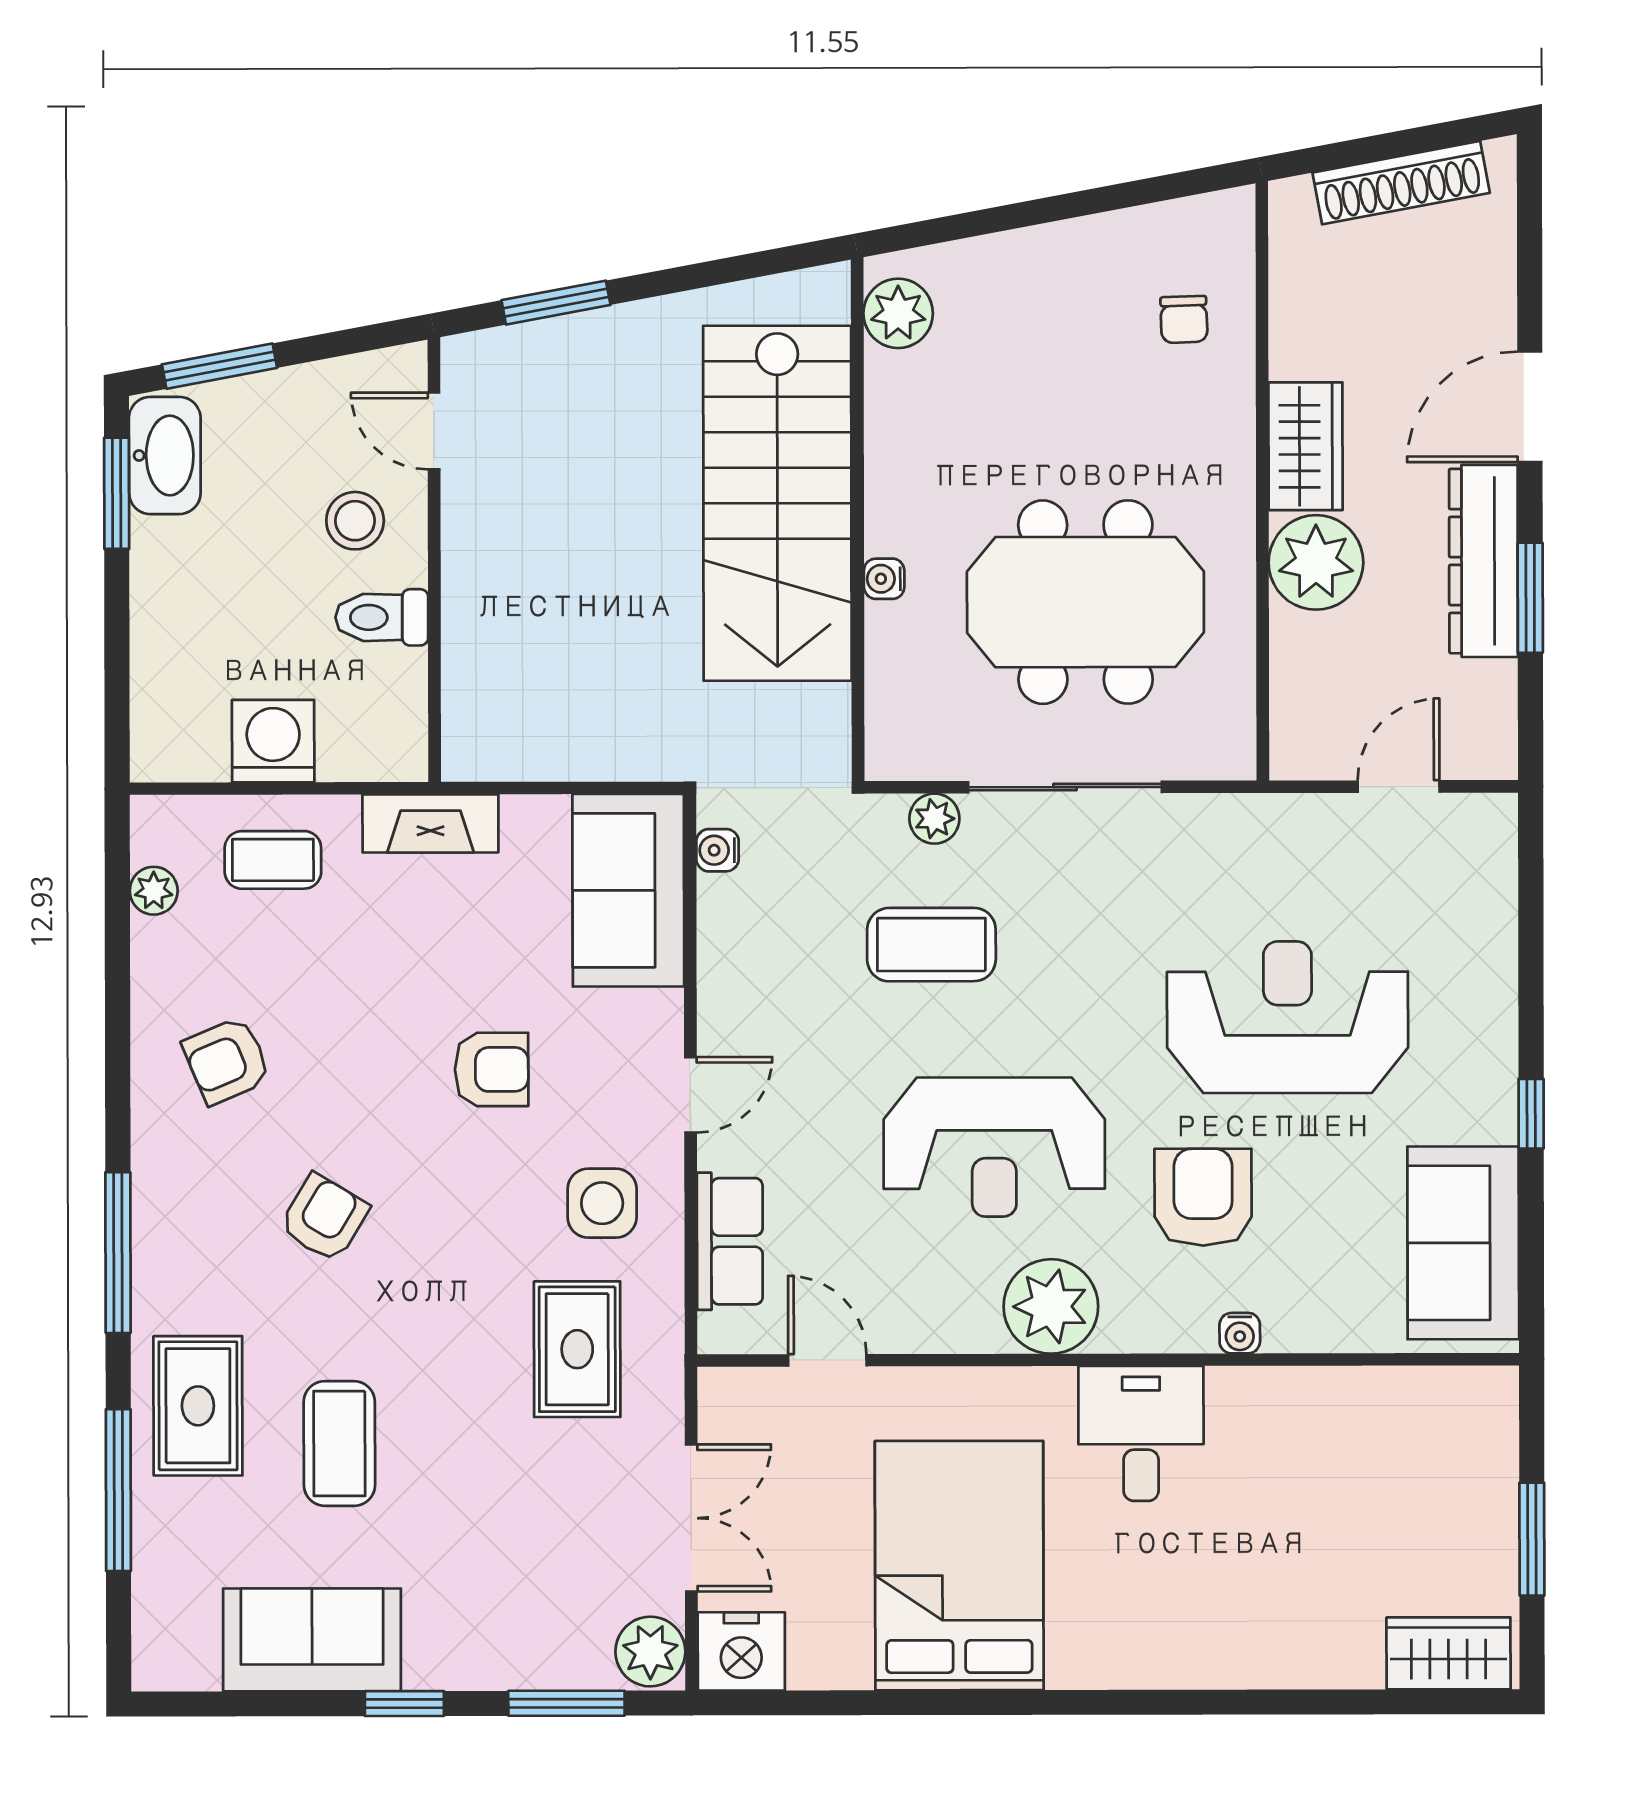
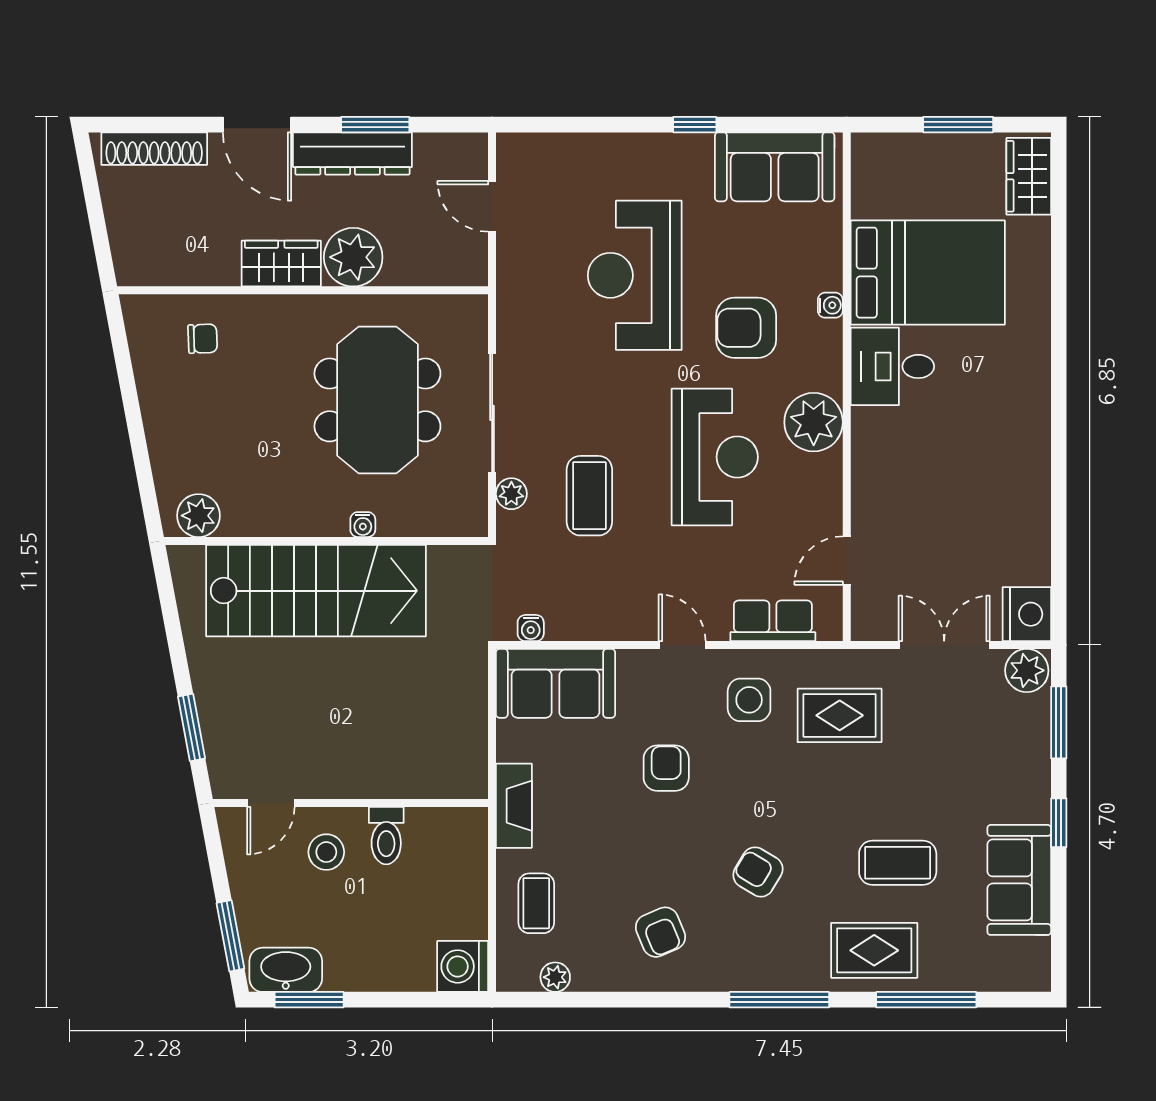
shoe rack: (1401, 183) -> (154, 149), moved, turned 101
washing machine: (273, 741) -> (463, 966), moved
bed: (959, 1566) -> (928, 273), moved, turned 180

